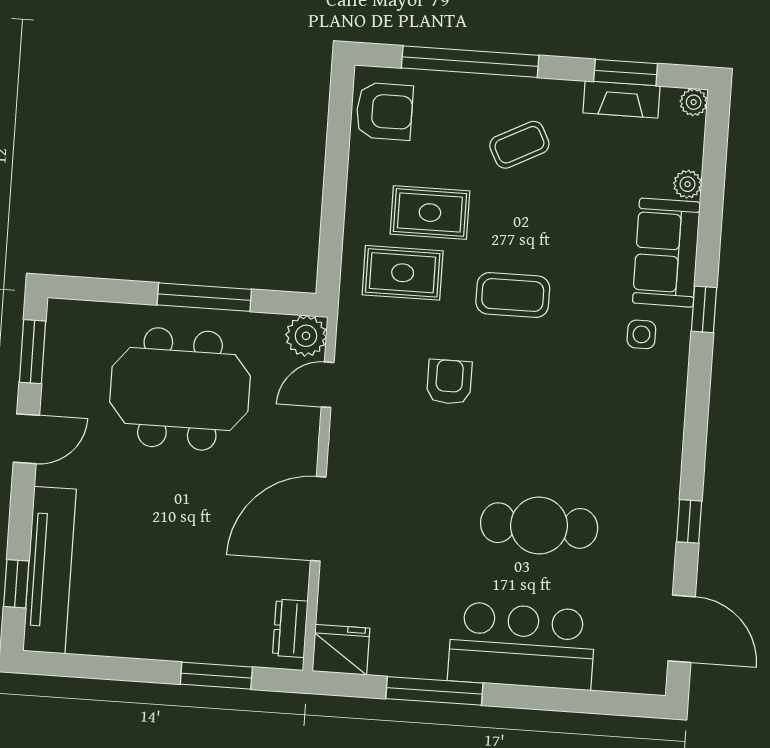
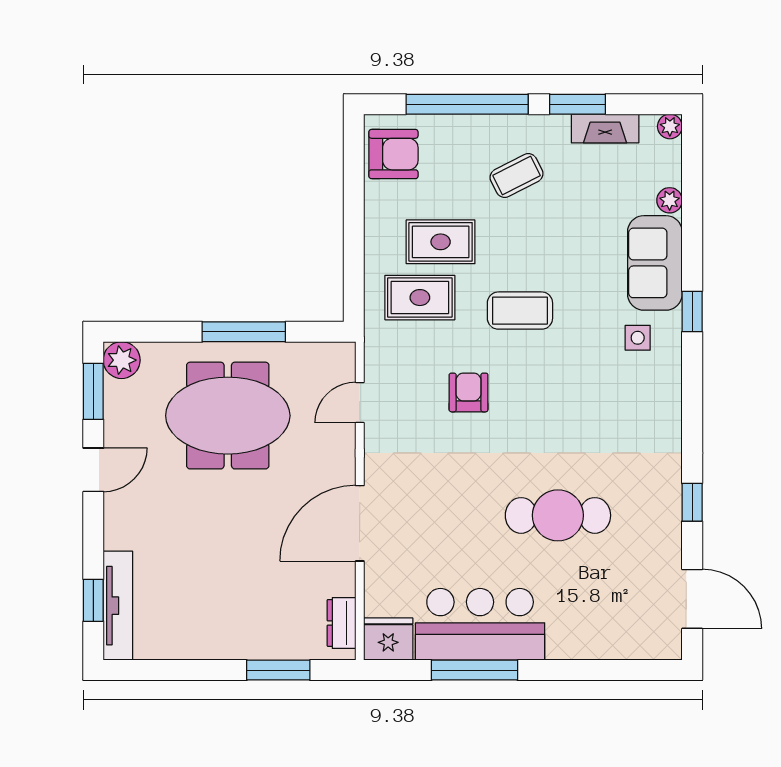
window: (626, 73) -> (577, 104), moved
plant: (306, 336) -> (122, 360), moved
tv unit: (49, 570) -> (118, 606), width x0.73, depth x0.78
bar counter: (522, 646) -> (480, 624), moved

